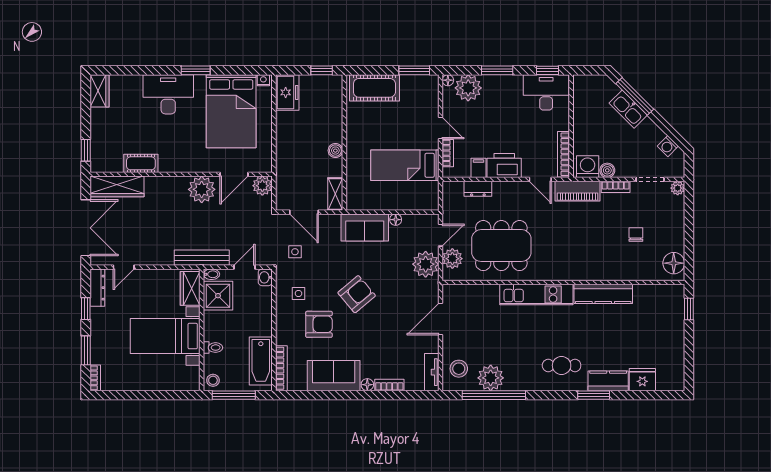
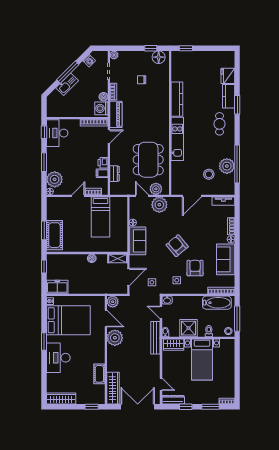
window: (414, 70) -> (44, 230), moved
wardrobe: (99, 91) -> (61, 399), width x1.50
window: (635, 96) -> (68, 72), moved
printer: (504, 166) -> (103, 163), width x0.53, depth x0.68
window: (689, 250) -> (151, 48), added
shower: (218, 296) -> (189, 328), moved
door: (441, 319) -> (192, 196), hinge flipped
stool: (459, 369) -> (209, 174), moved

